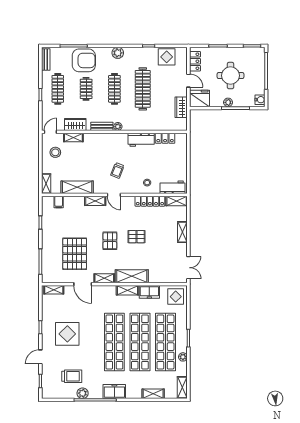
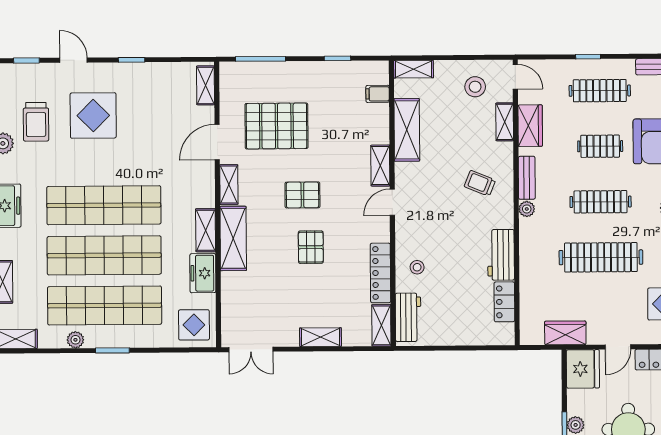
trolley: (117, 171) -> (480, 183), moved
display table: (67, 334) -> (93, 115), moved

